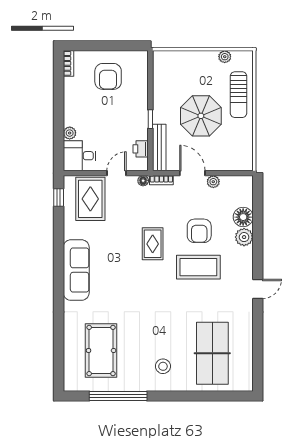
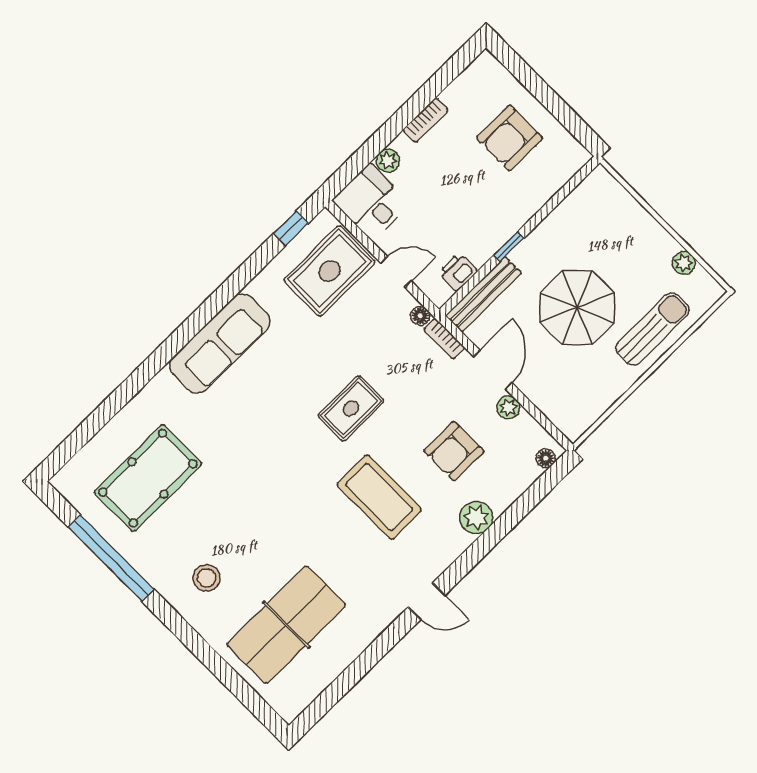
bookcase: (68, 63) -> (426, 120), moved
sun lounger: (239, 95) -> (652, 329), turned 180
floor lamp: (243, 217) -> (546, 458), moved, width x0.53, depth x0.53
armchair: (199, 231) -> (454, 451), moved

